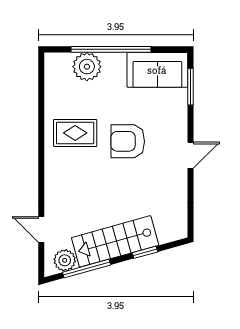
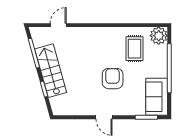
plant: (87, 67) -> (159, 36), moved
rug: (75, 133) -> (135, 49), moved
plant: (65, 260) -> (39, 40), removed

